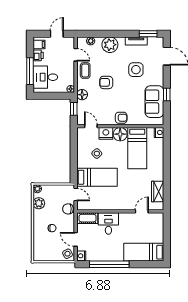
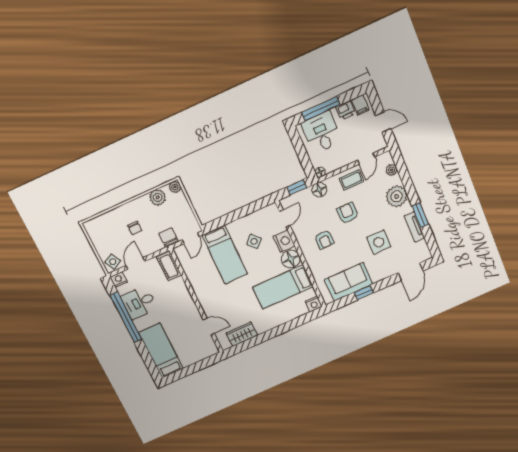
window: (148, 34) -> (420, 215), moved
armchair: (121, 118) -> (324, 240), moved
desk: (108, 223) -> (139, 303), moved, turned 180

